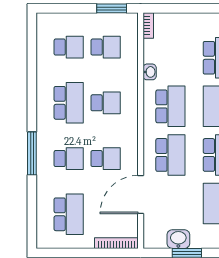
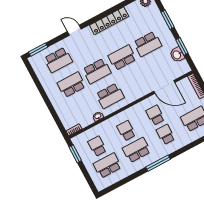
school desk: (69, 47) -> (107, 165), width x1.85
school desk: (170, 106) -> (110, 96), turned 180
window: (32, 153) -> (158, 163), moved
school desk: (170, 155) -> (135, 82), removed

